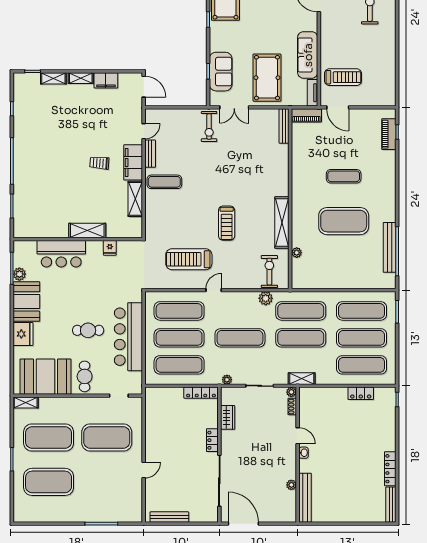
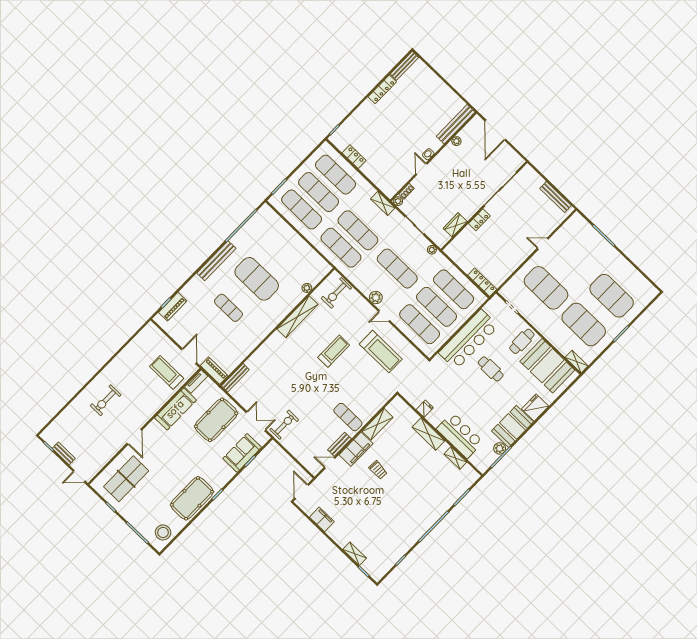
shelving: (81, 78) -> (455, 458), moved
bench: (390, 247) -> (216, 261), moved
plant: (266, 298) -> (376, 298), moved
locker: (201, 393) -> (482, 282), moved
door: (243, 524) -> (495, 130), moved

